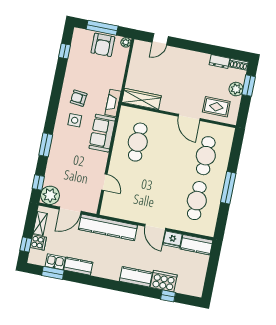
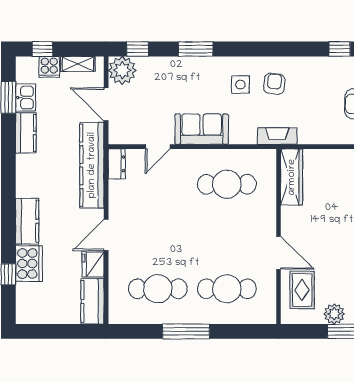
door: (189, 117) -> (279, 253), swing flipped
sofa: (102, 133) -> (202, 129), moved
dresser: (110, 211) -> (117, 164), added

